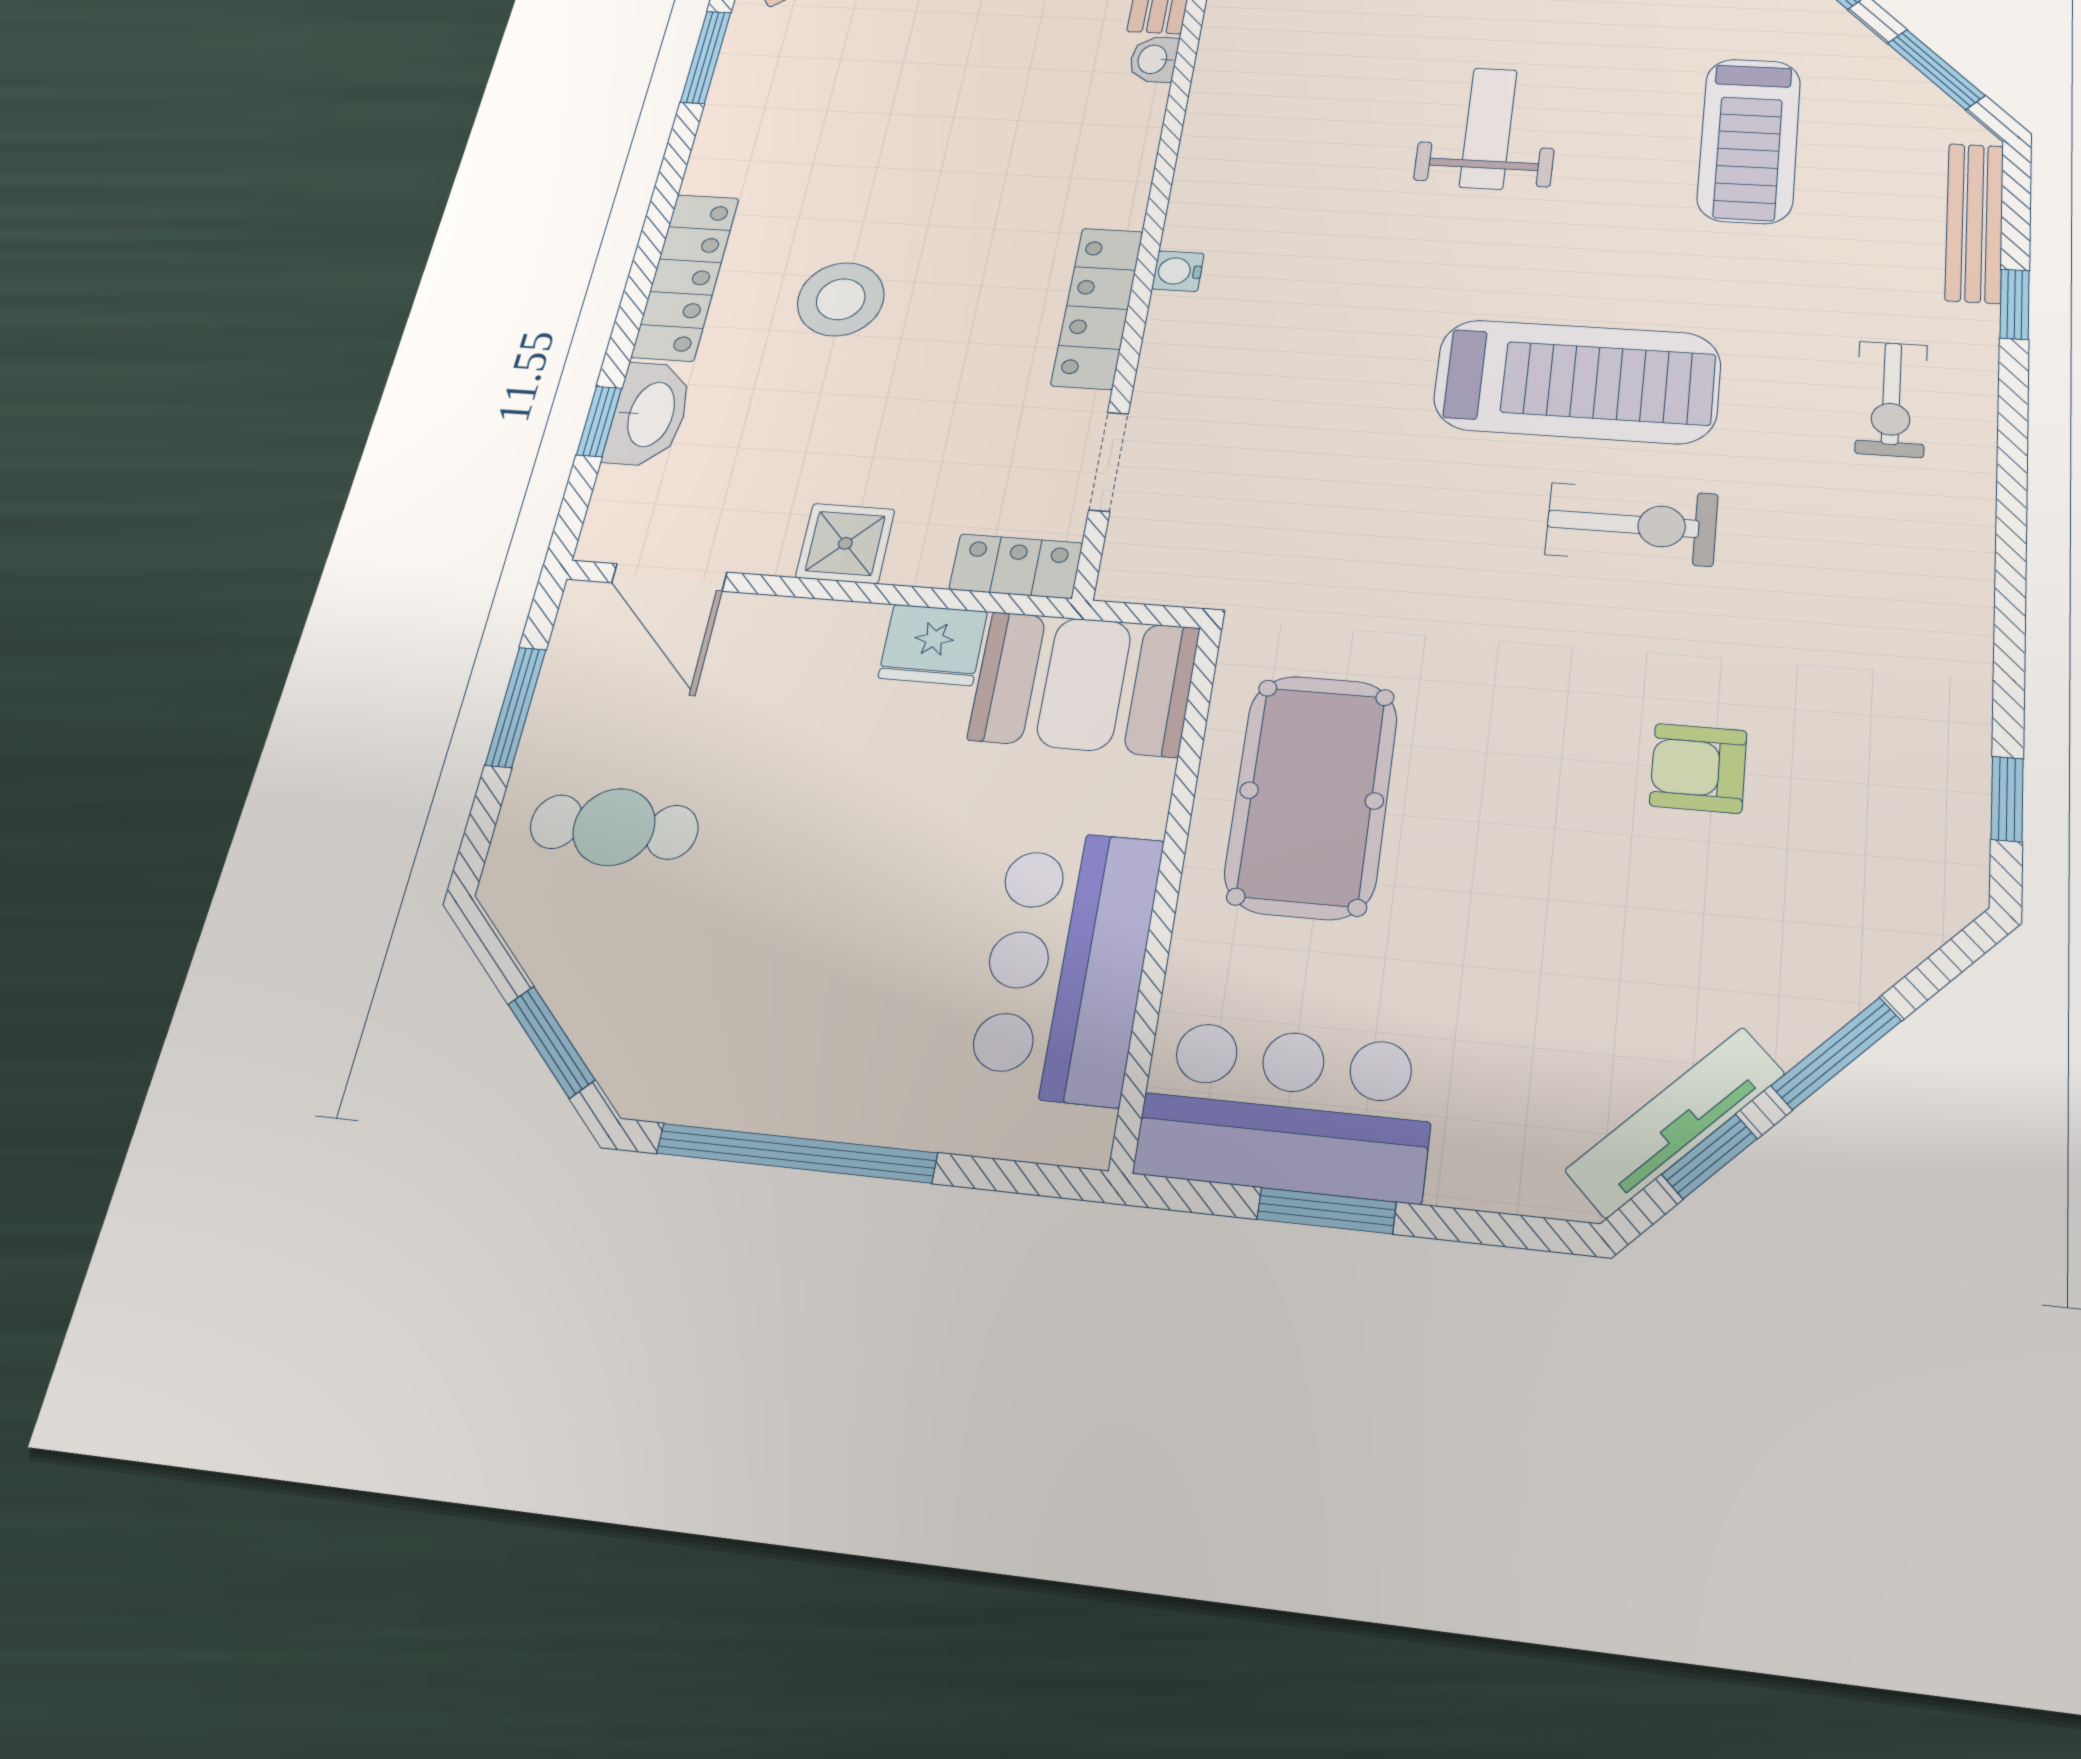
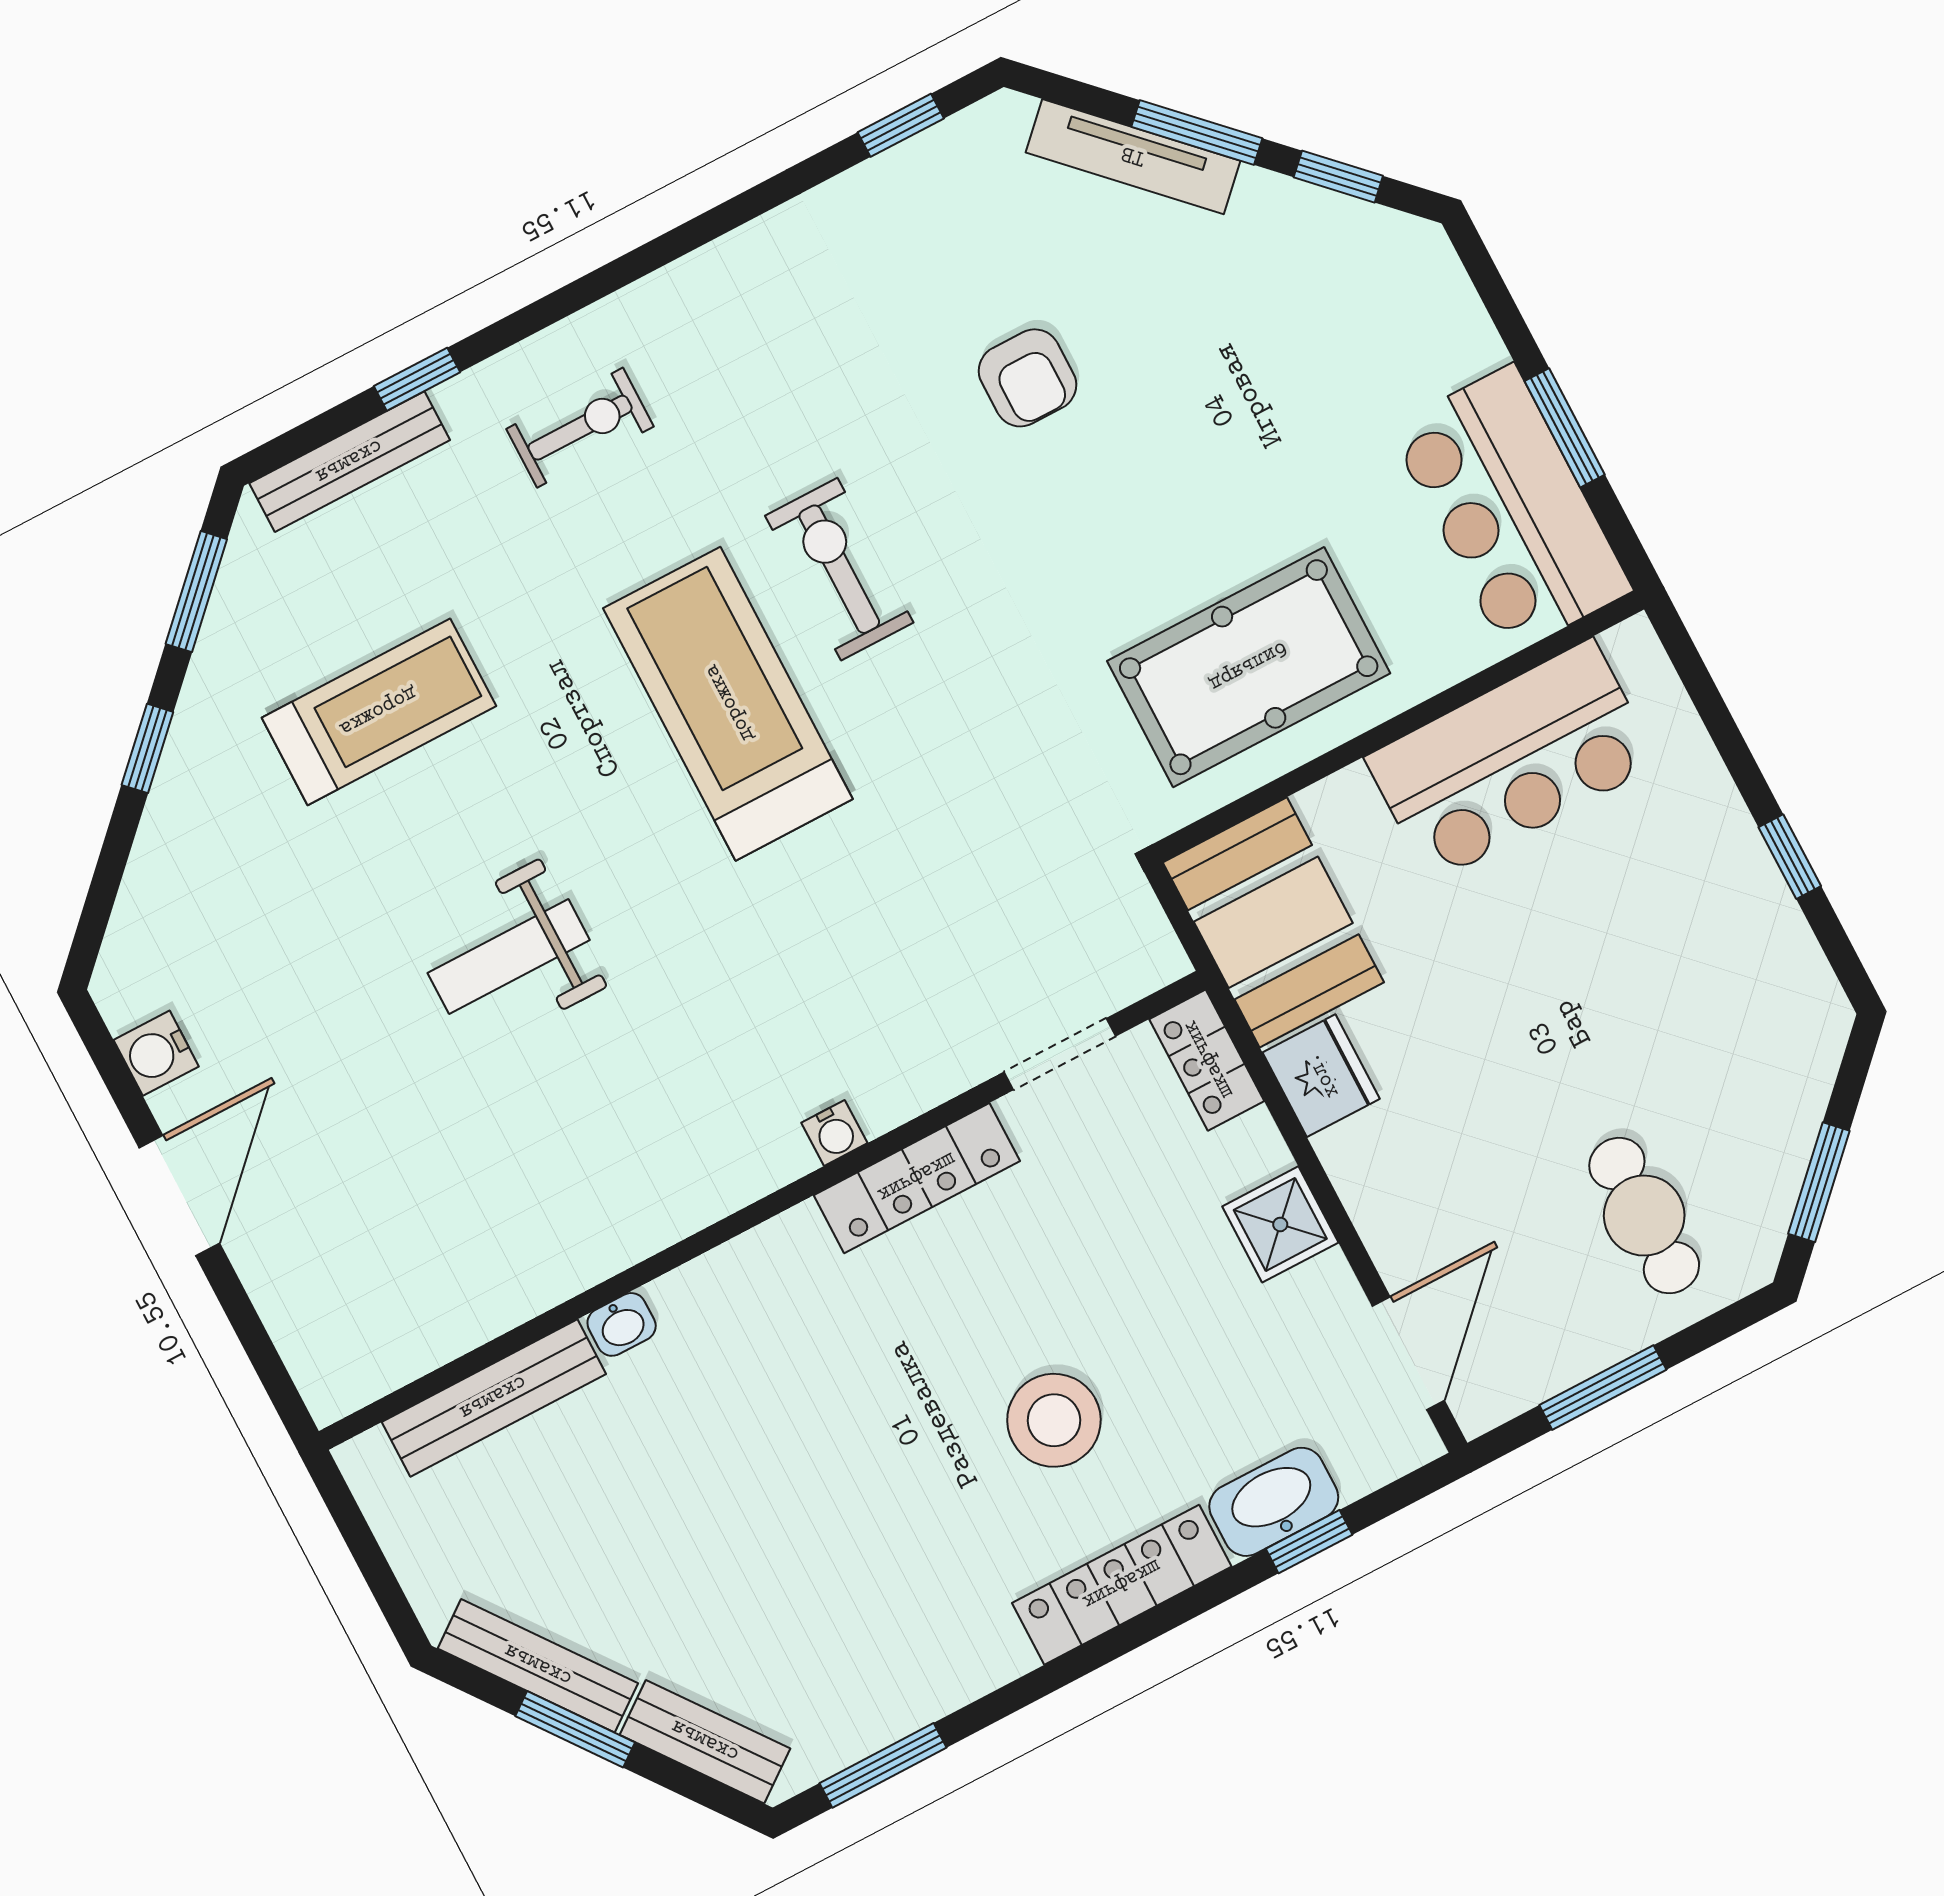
window: (551, 1042) -> (1819, 1182), moved
tv unit: (1675, 1122) -> (1133, 157), moved
window: (796, 1153) -> (1790, 857), width x0.32

